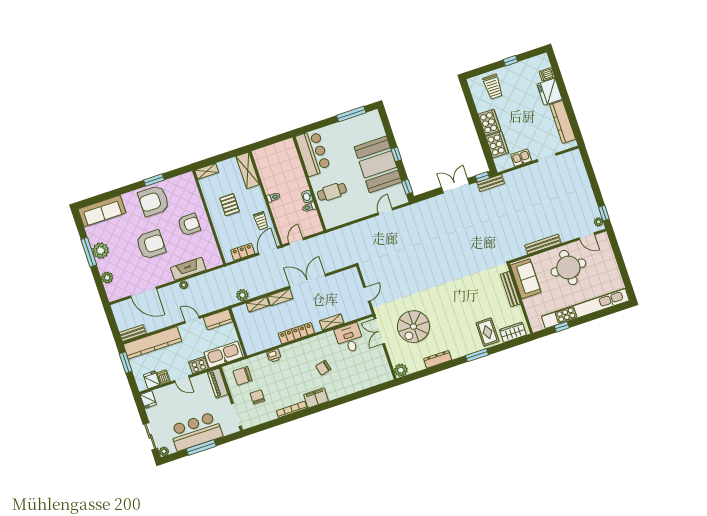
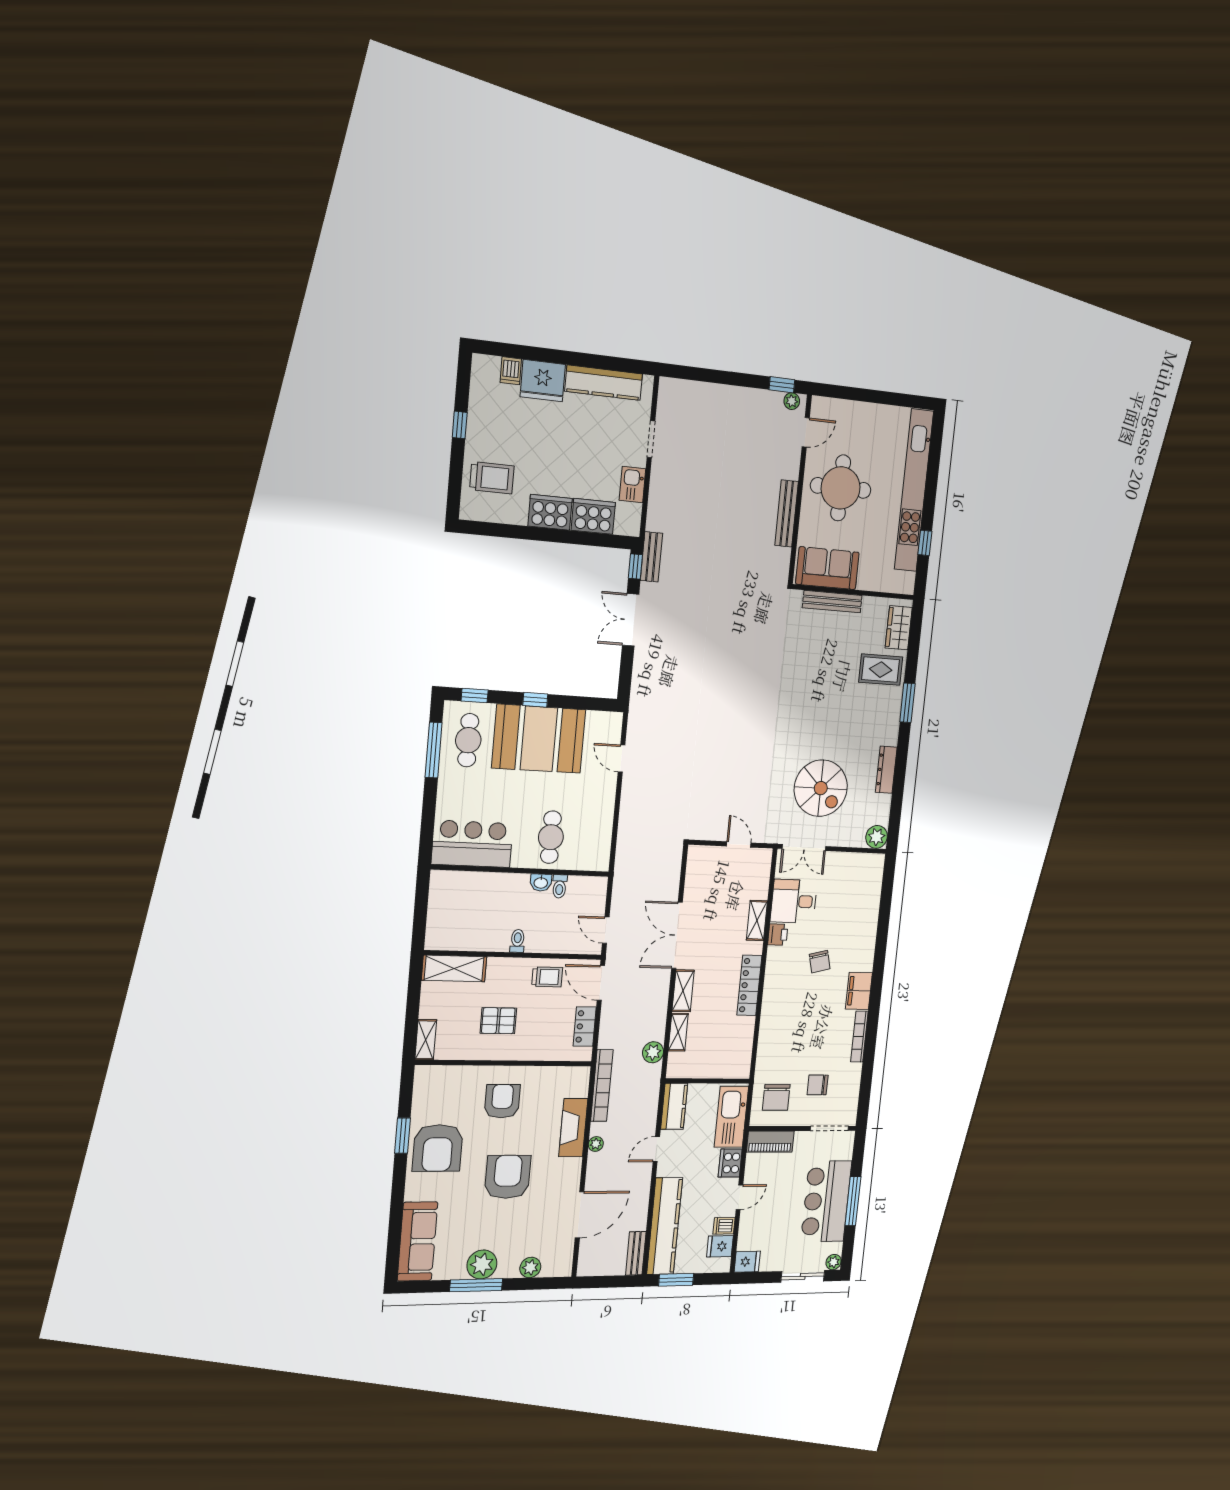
cafe table: (363, 129) -> (468, 740), added
window: (407, 187) -> (475, 696), moved
bookcase: (215, 275) -> (602, 1085), added
printer: (274, 355) -> (778, 934), moved

